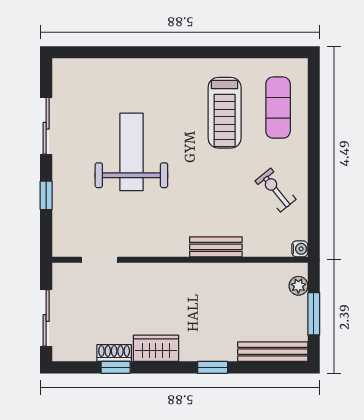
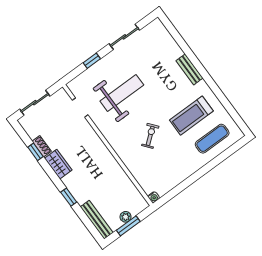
weight bench: (131, 152) -> (122, 93), moved
exercise bike: (276, 190) -> (150, 136), moved
bench: (216, 247) -> (189, 69), moved
plant: (298, 286) -> (126, 217), moved

